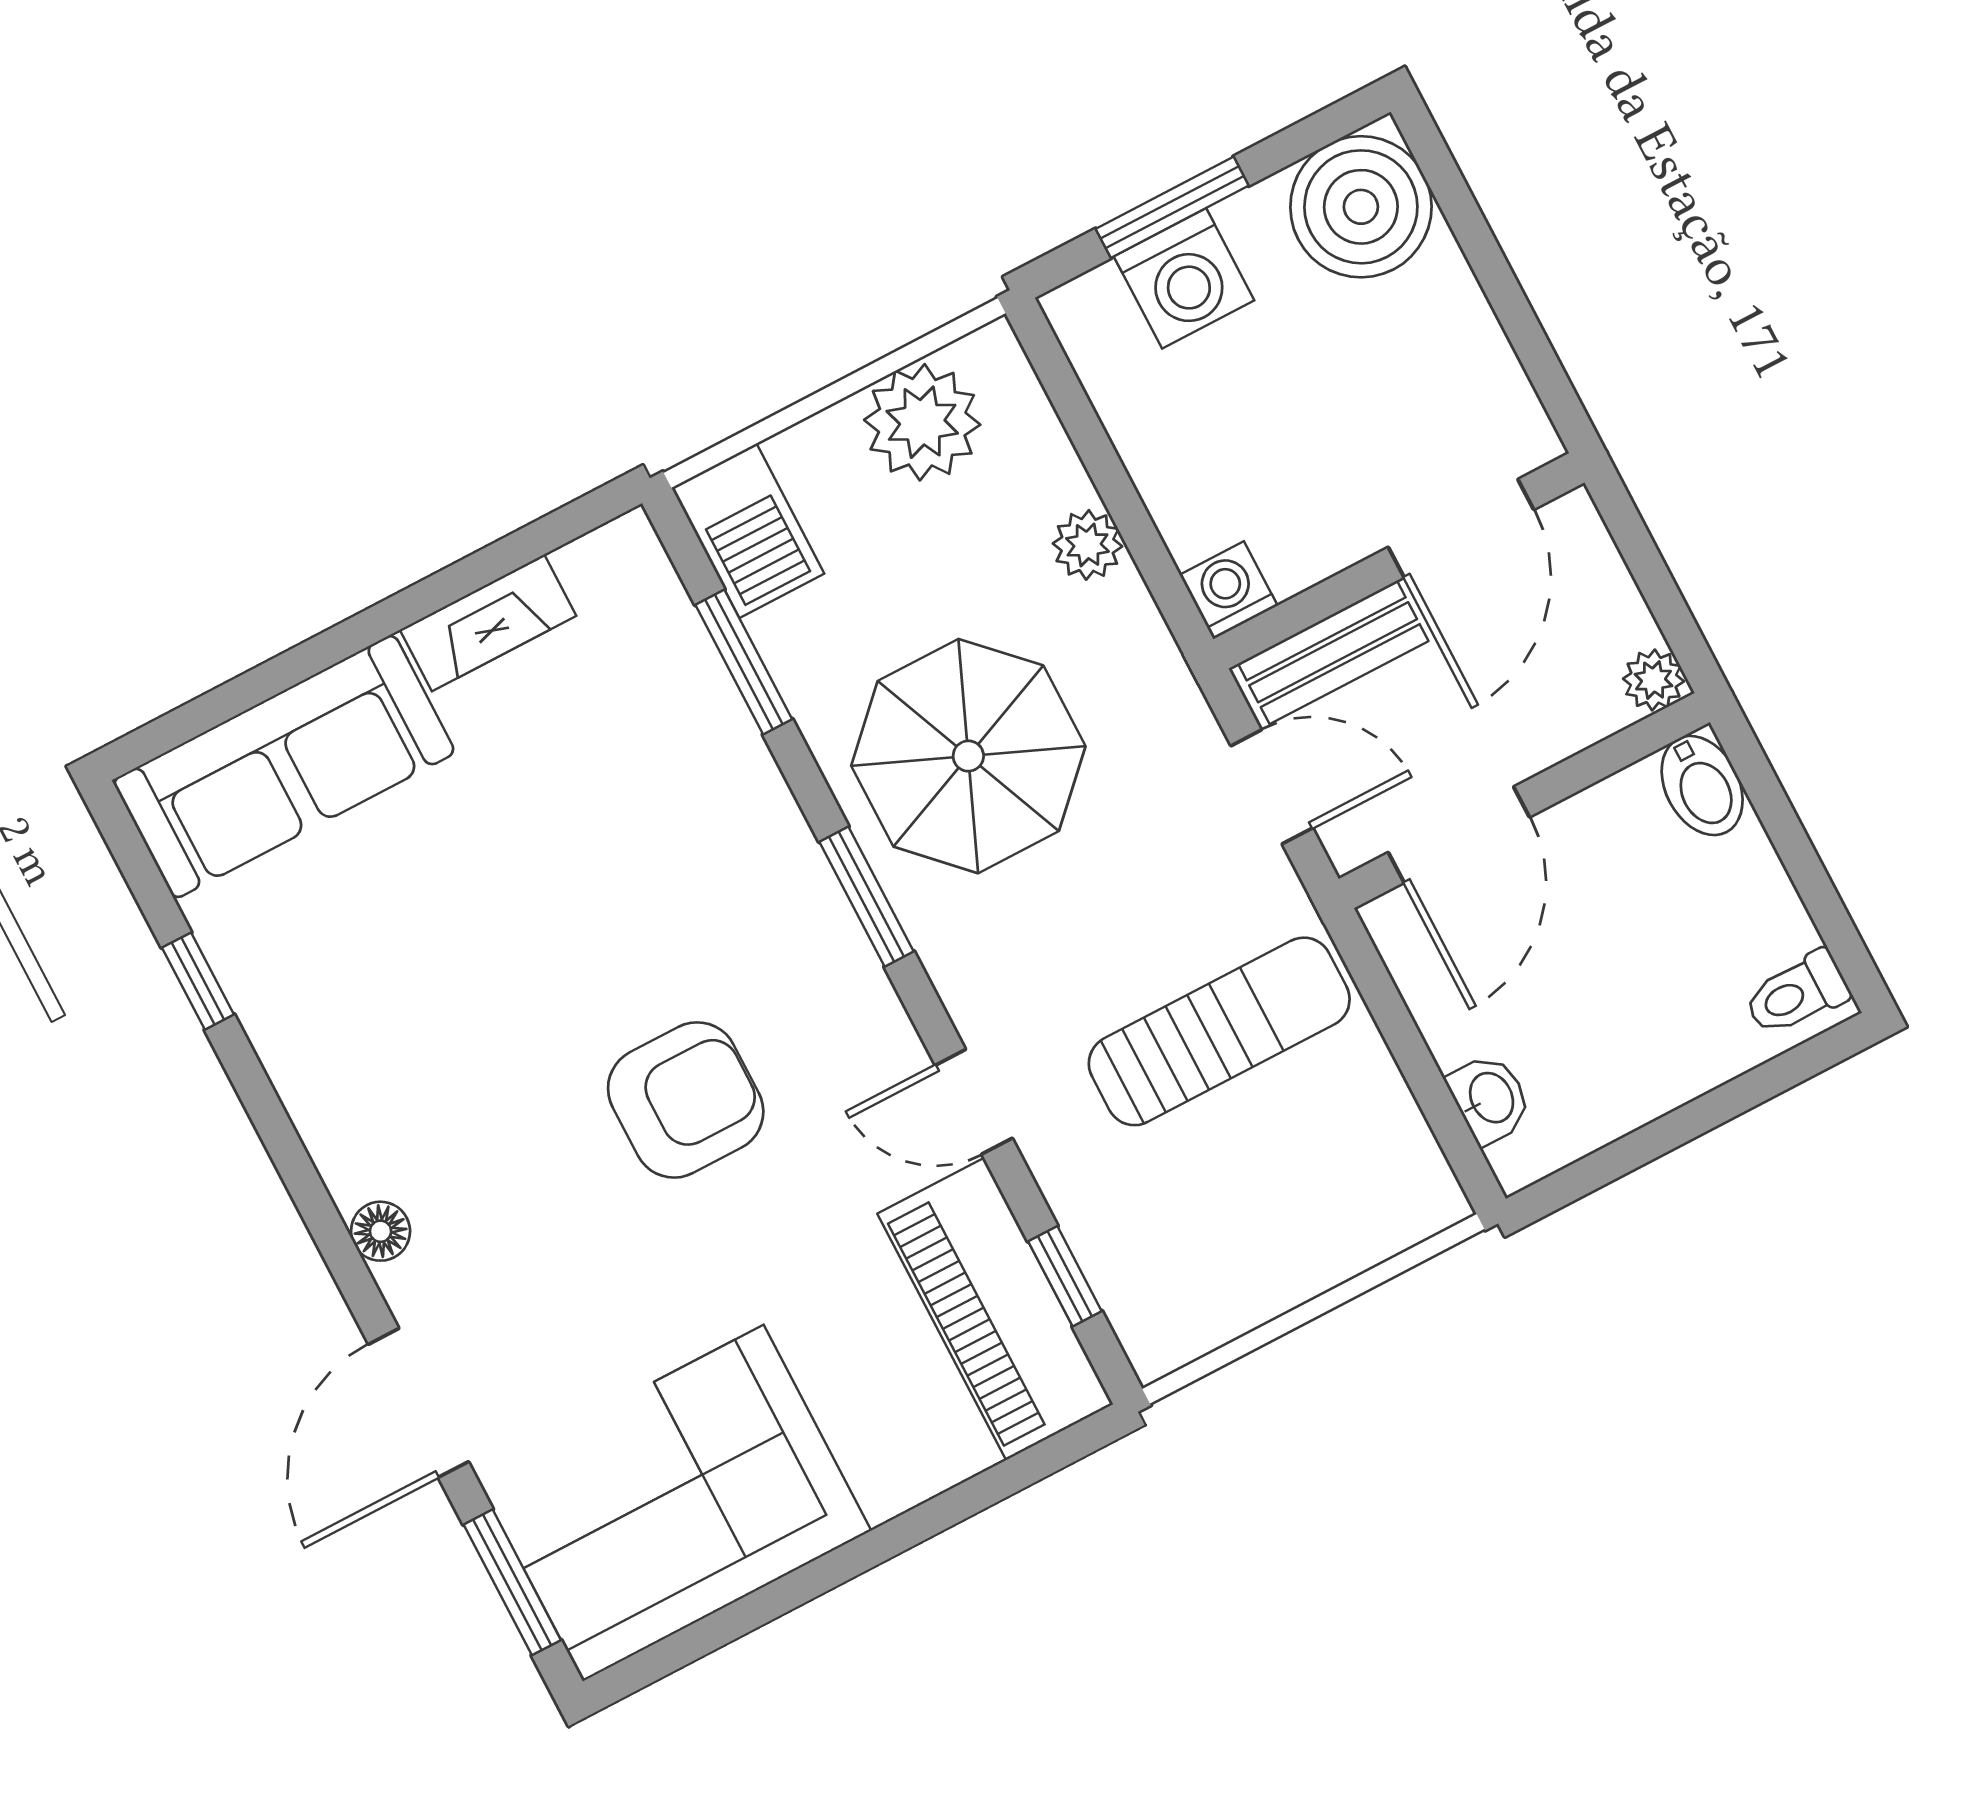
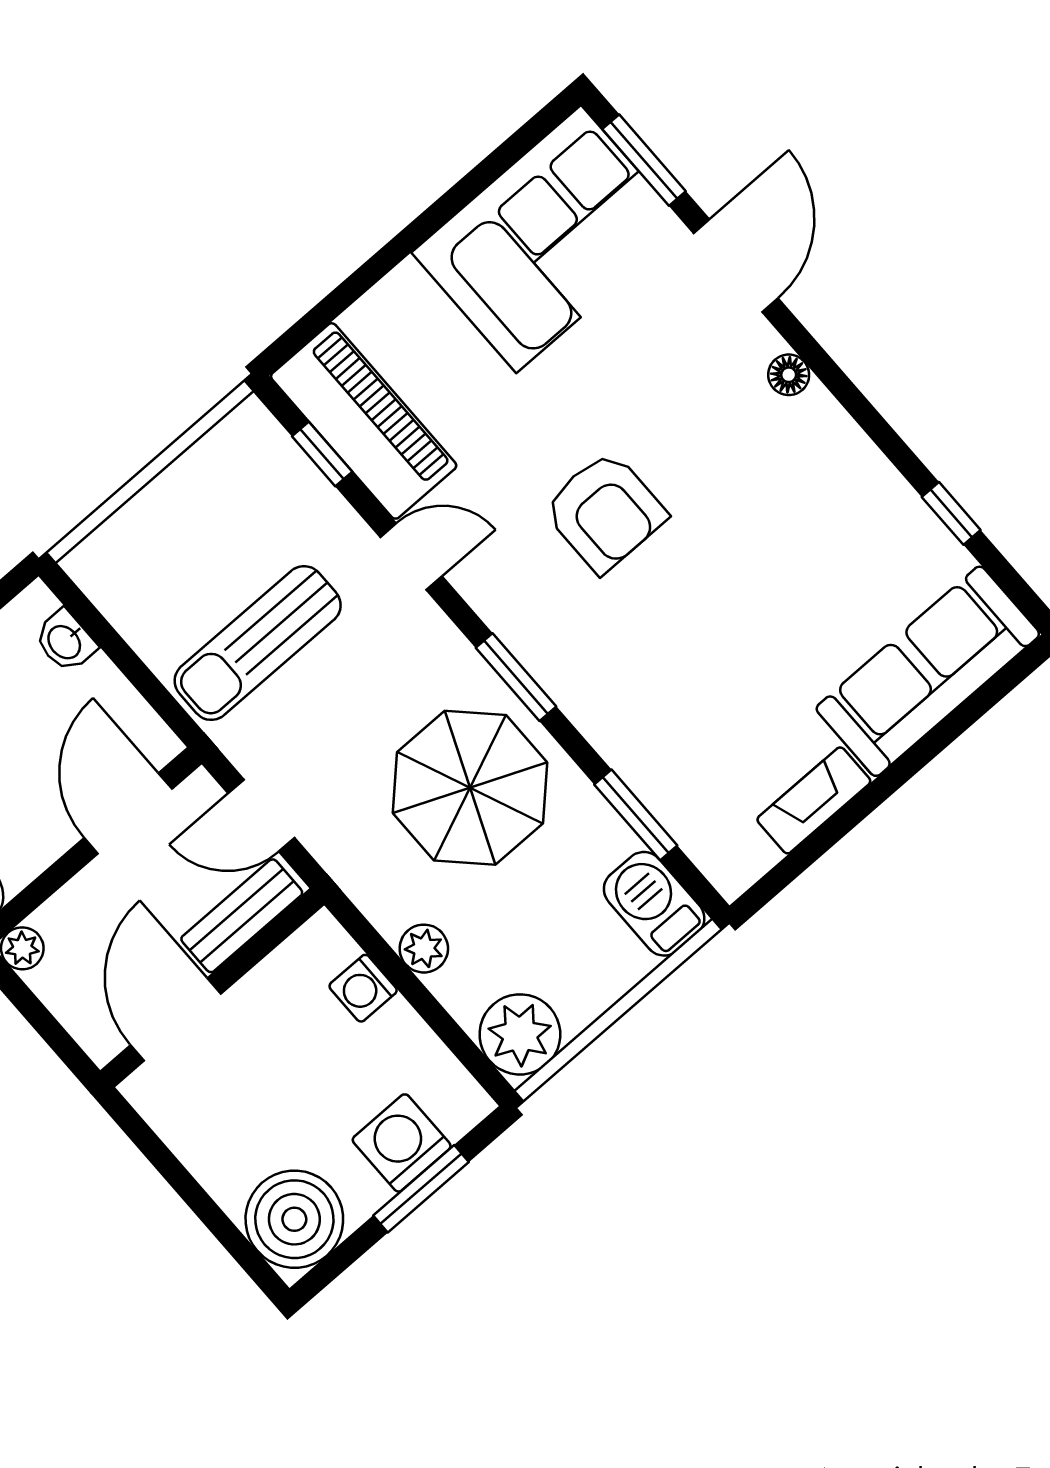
plant: (922, 422) -> (520, 1034), moved
washing machine: (1229, 590) -> (363, 988), moved, turned 90
armchair: (686, 1100) -> (605, 512), turned -90

